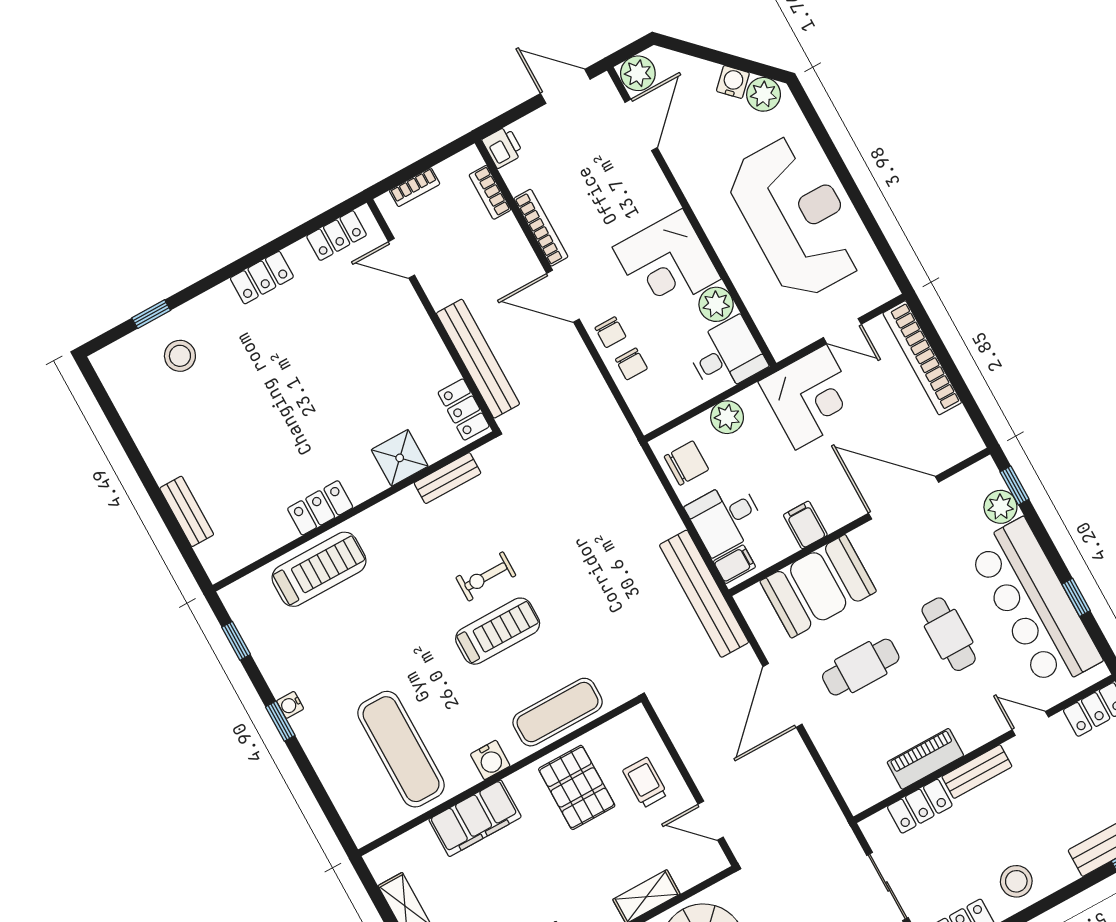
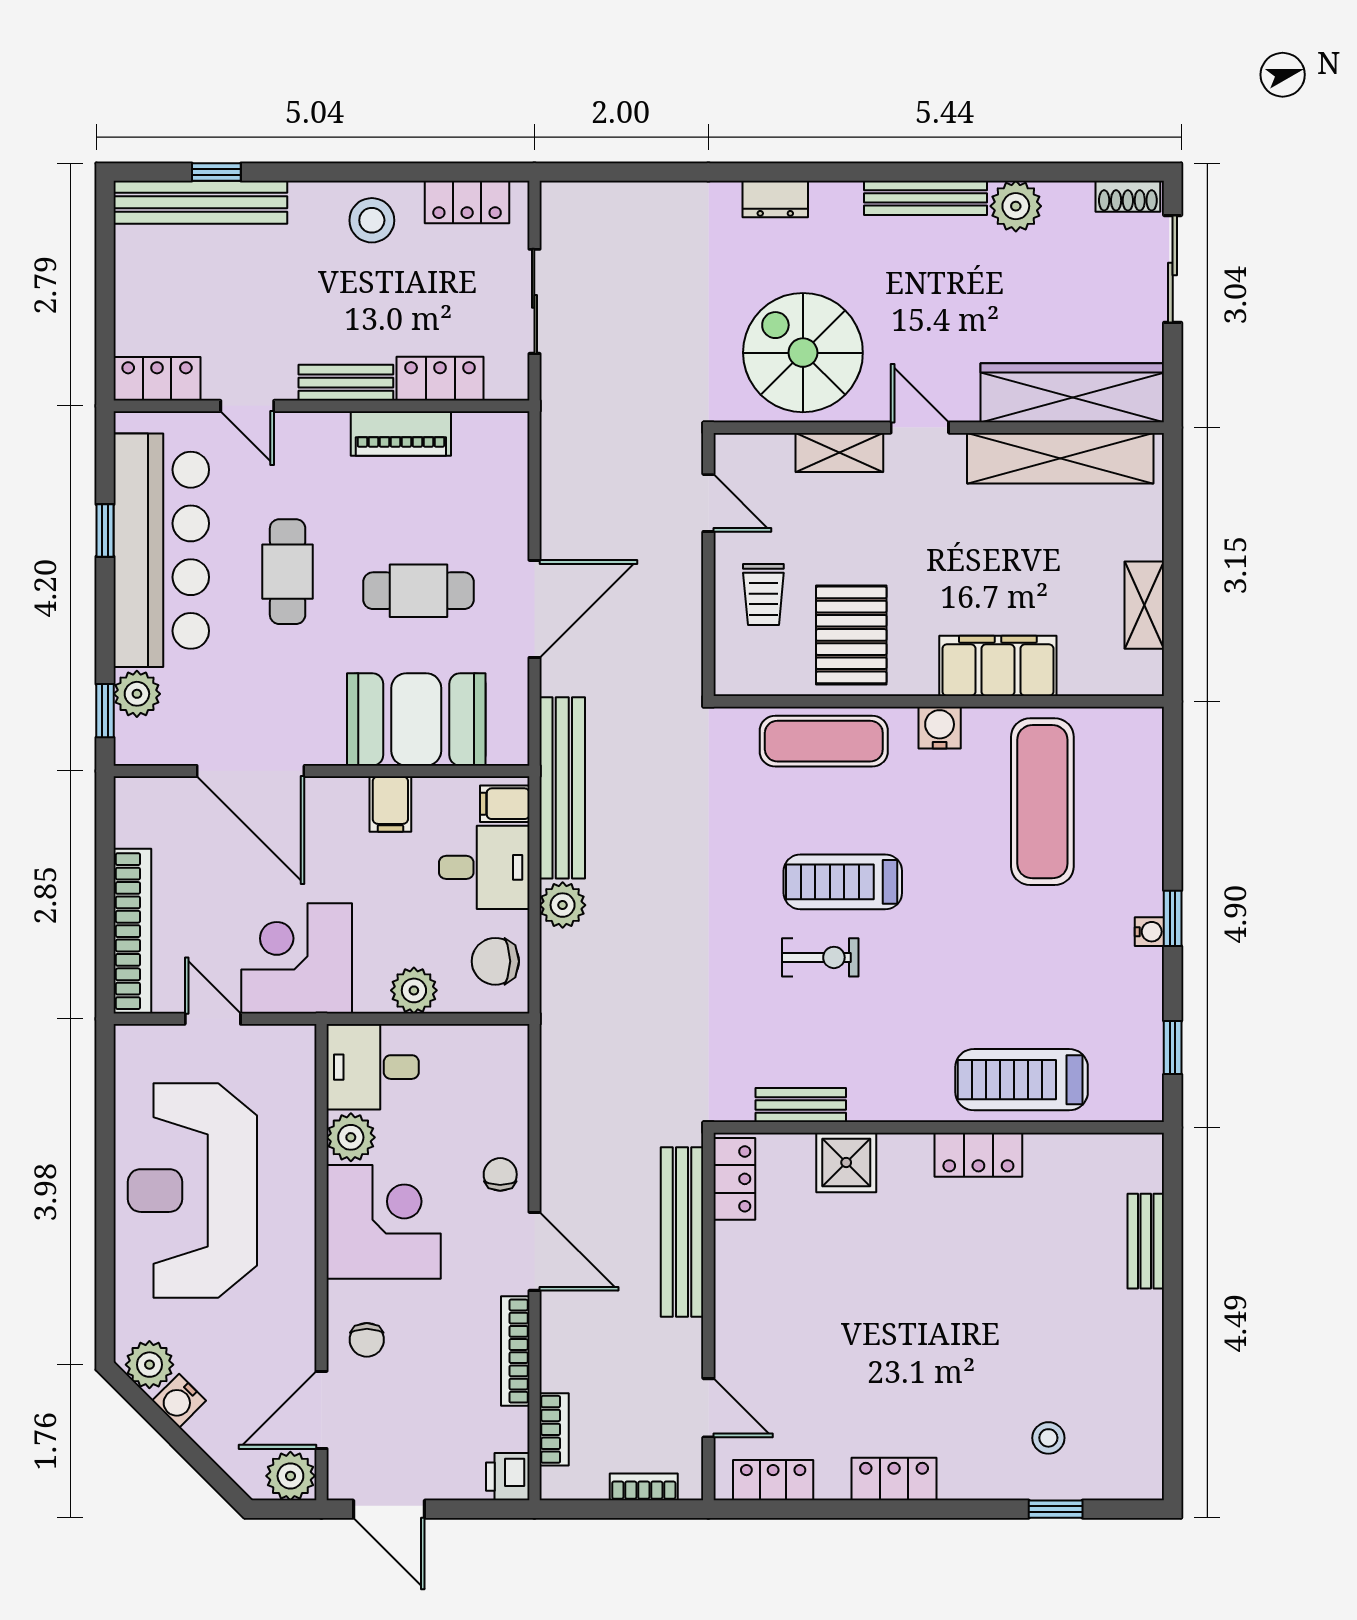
stool: (180, 356) -> (1048, 1438), width x0.73, depth x0.73
chair: (631, 364) -> (367, 1340), moved, turned 180
plant: (664, 521) -> (563, 905), added

